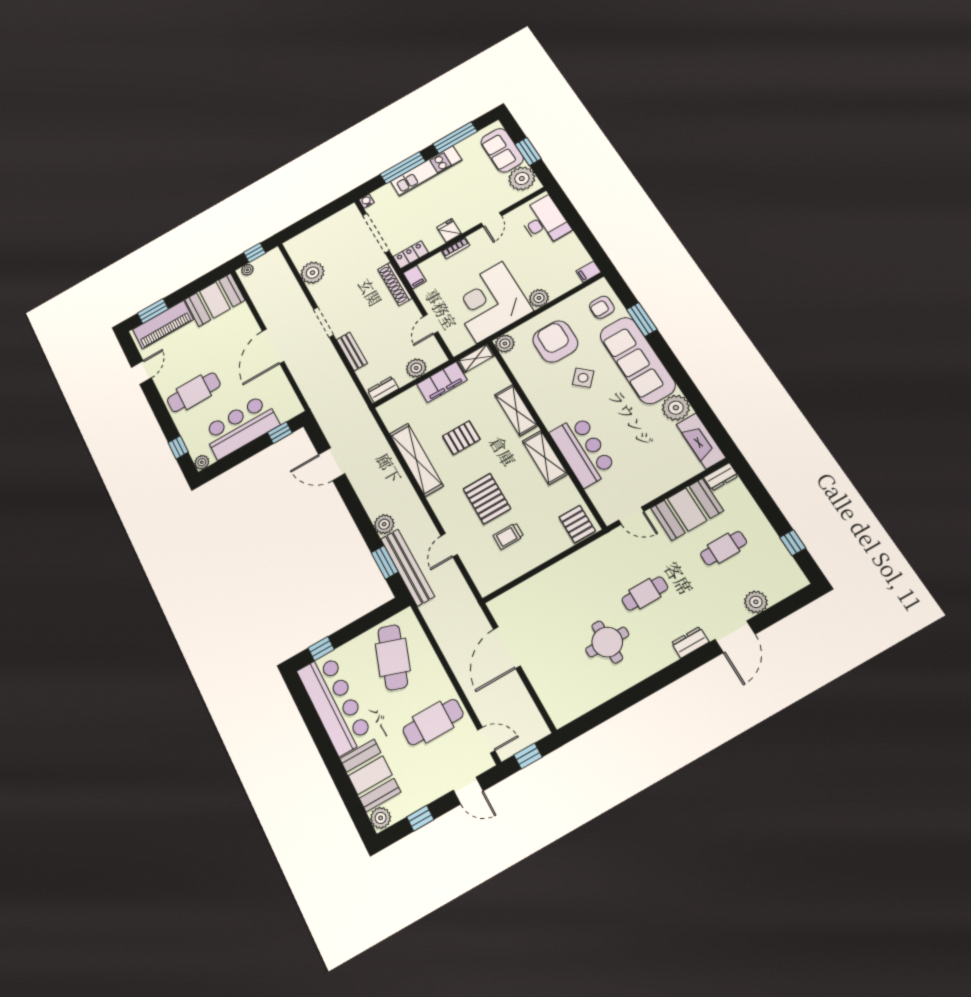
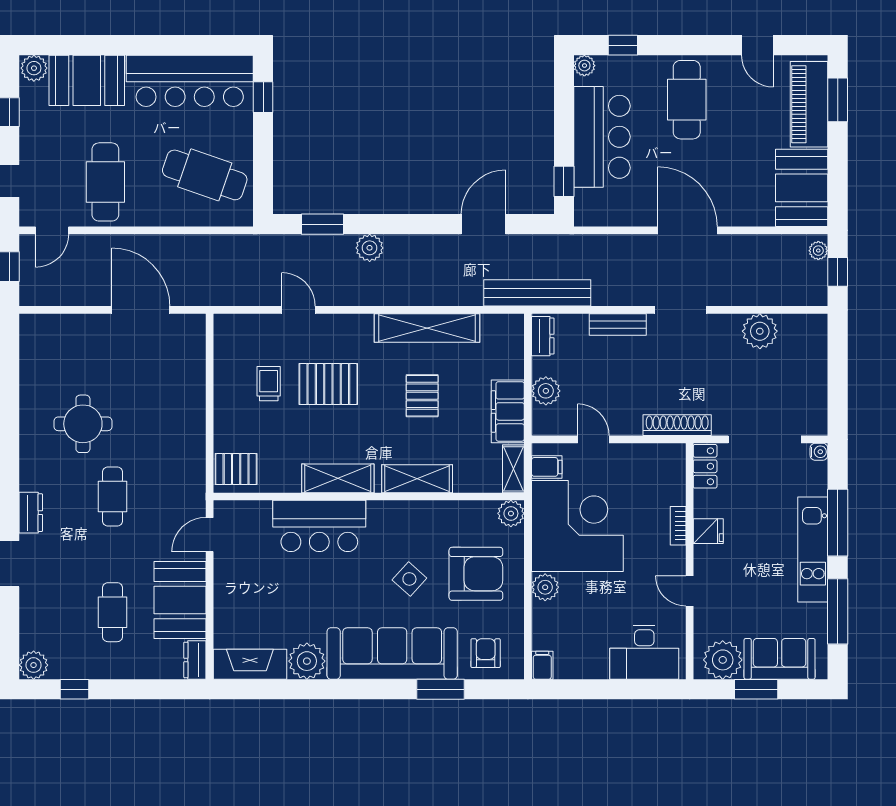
filing cabinet: (415, 277) -> (547, 467), moved, turned 180
bench: (407, 567) -> (537, 293), moved
plant: (756, 602) -> (34, 665), moved

